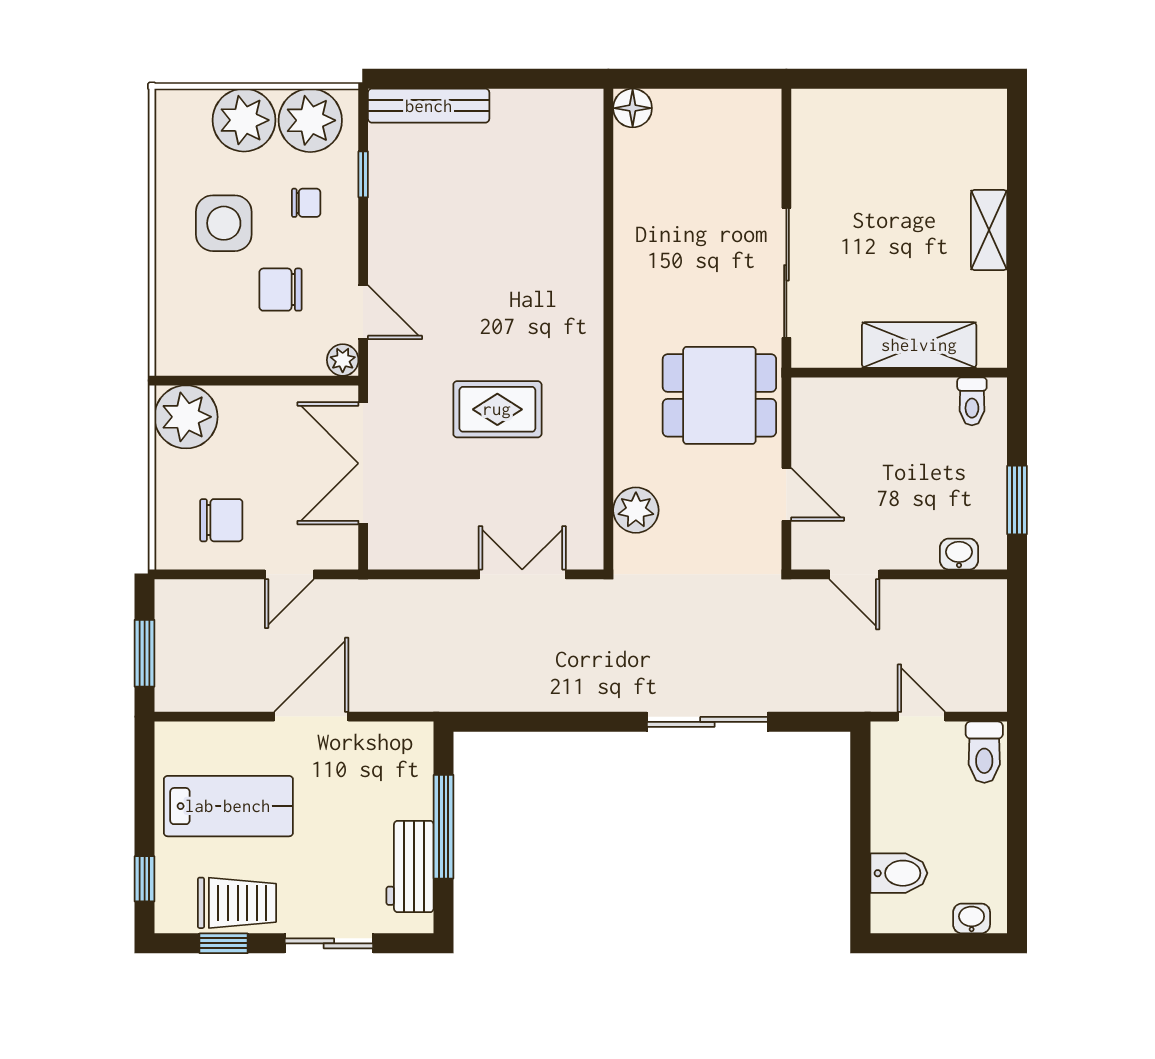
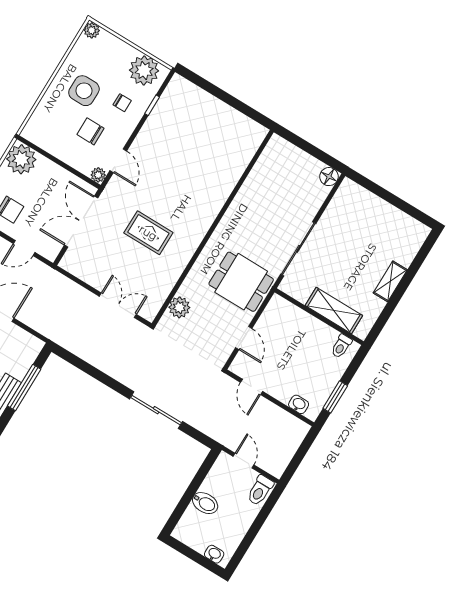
bench: (429, 106) -> (195, 94), removed
floor lamp: (633, 108) -> (329, 177), moved
plant: (244, 120) -> (92, 30), moved, width x0.53, depth x0.53
bidet: (899, 873) -> (205, 503), moved

